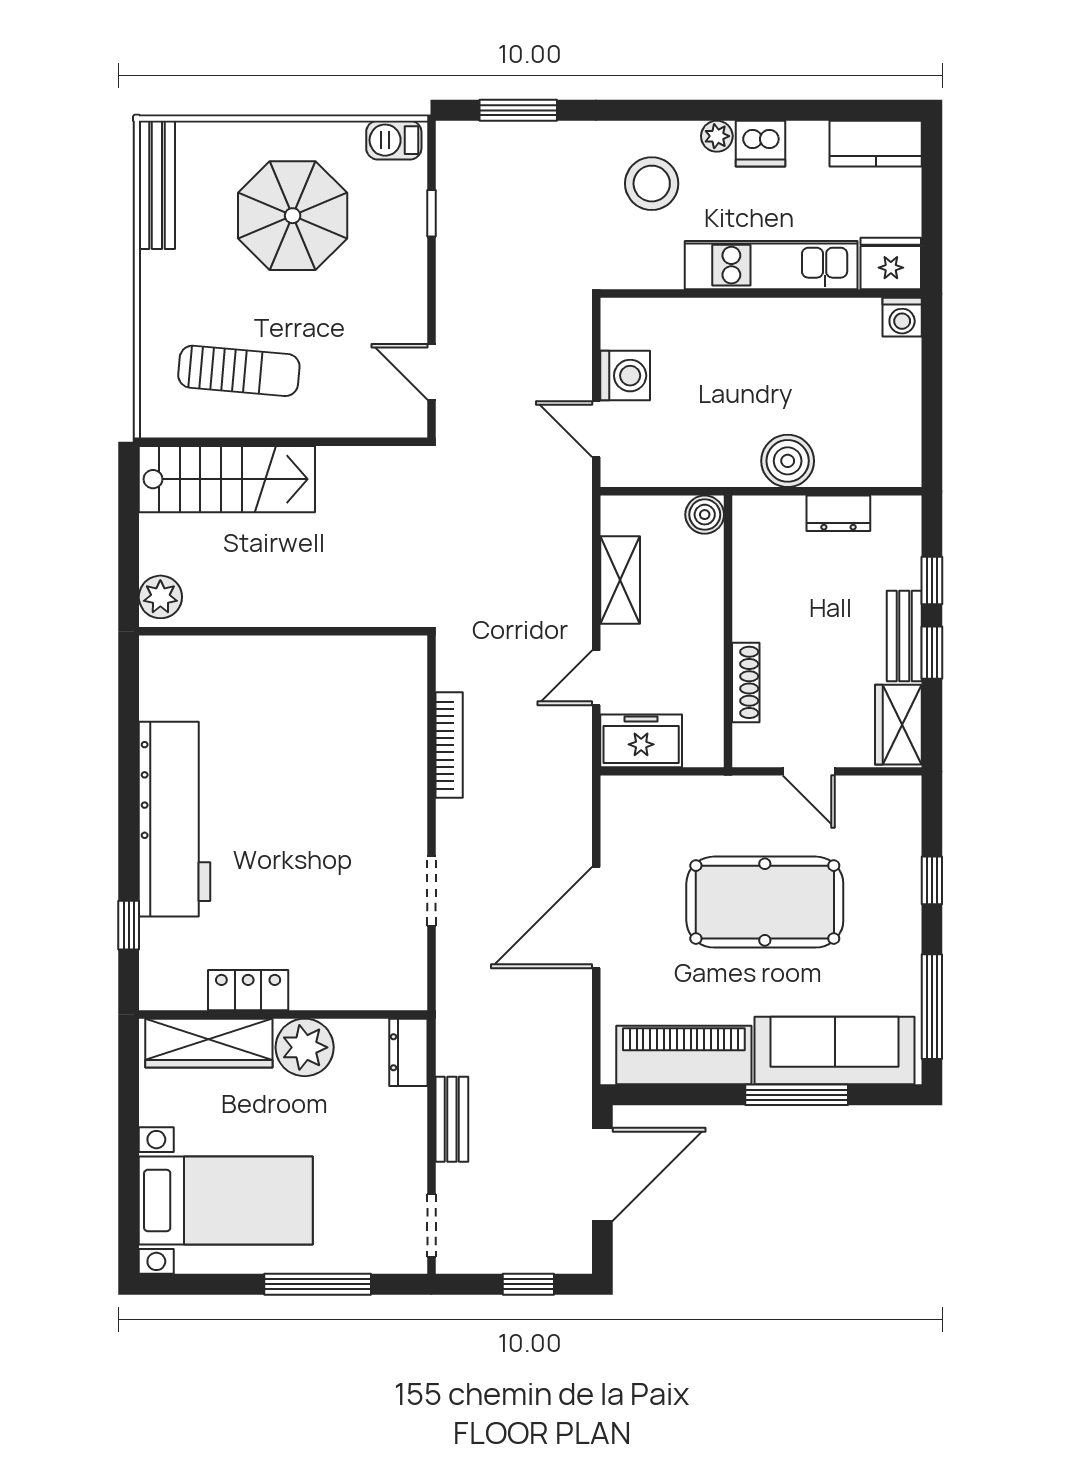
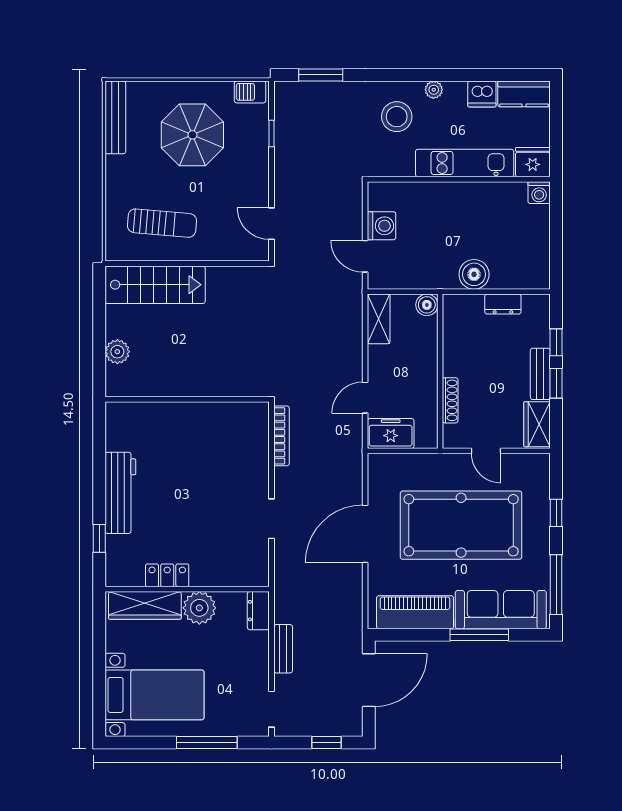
dishwasher: (760, 144) -> (482, 94), moved
shelving: (620, 580) -> (379, 319), moved
wall: (283, 631) -> (187, 399), moved
workbench: (174, 819) -> (120, 493), width x0.73, depth x0.76
pool table: (765, 902) -> (461, 525), width x1.36, depth x1.32

